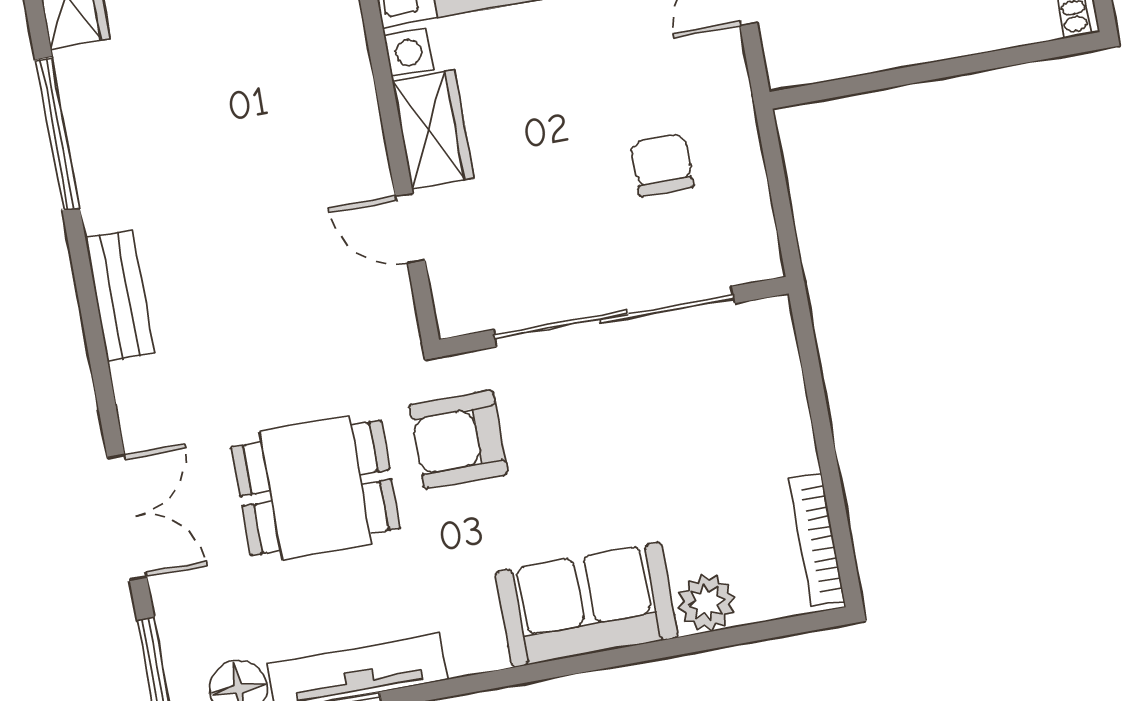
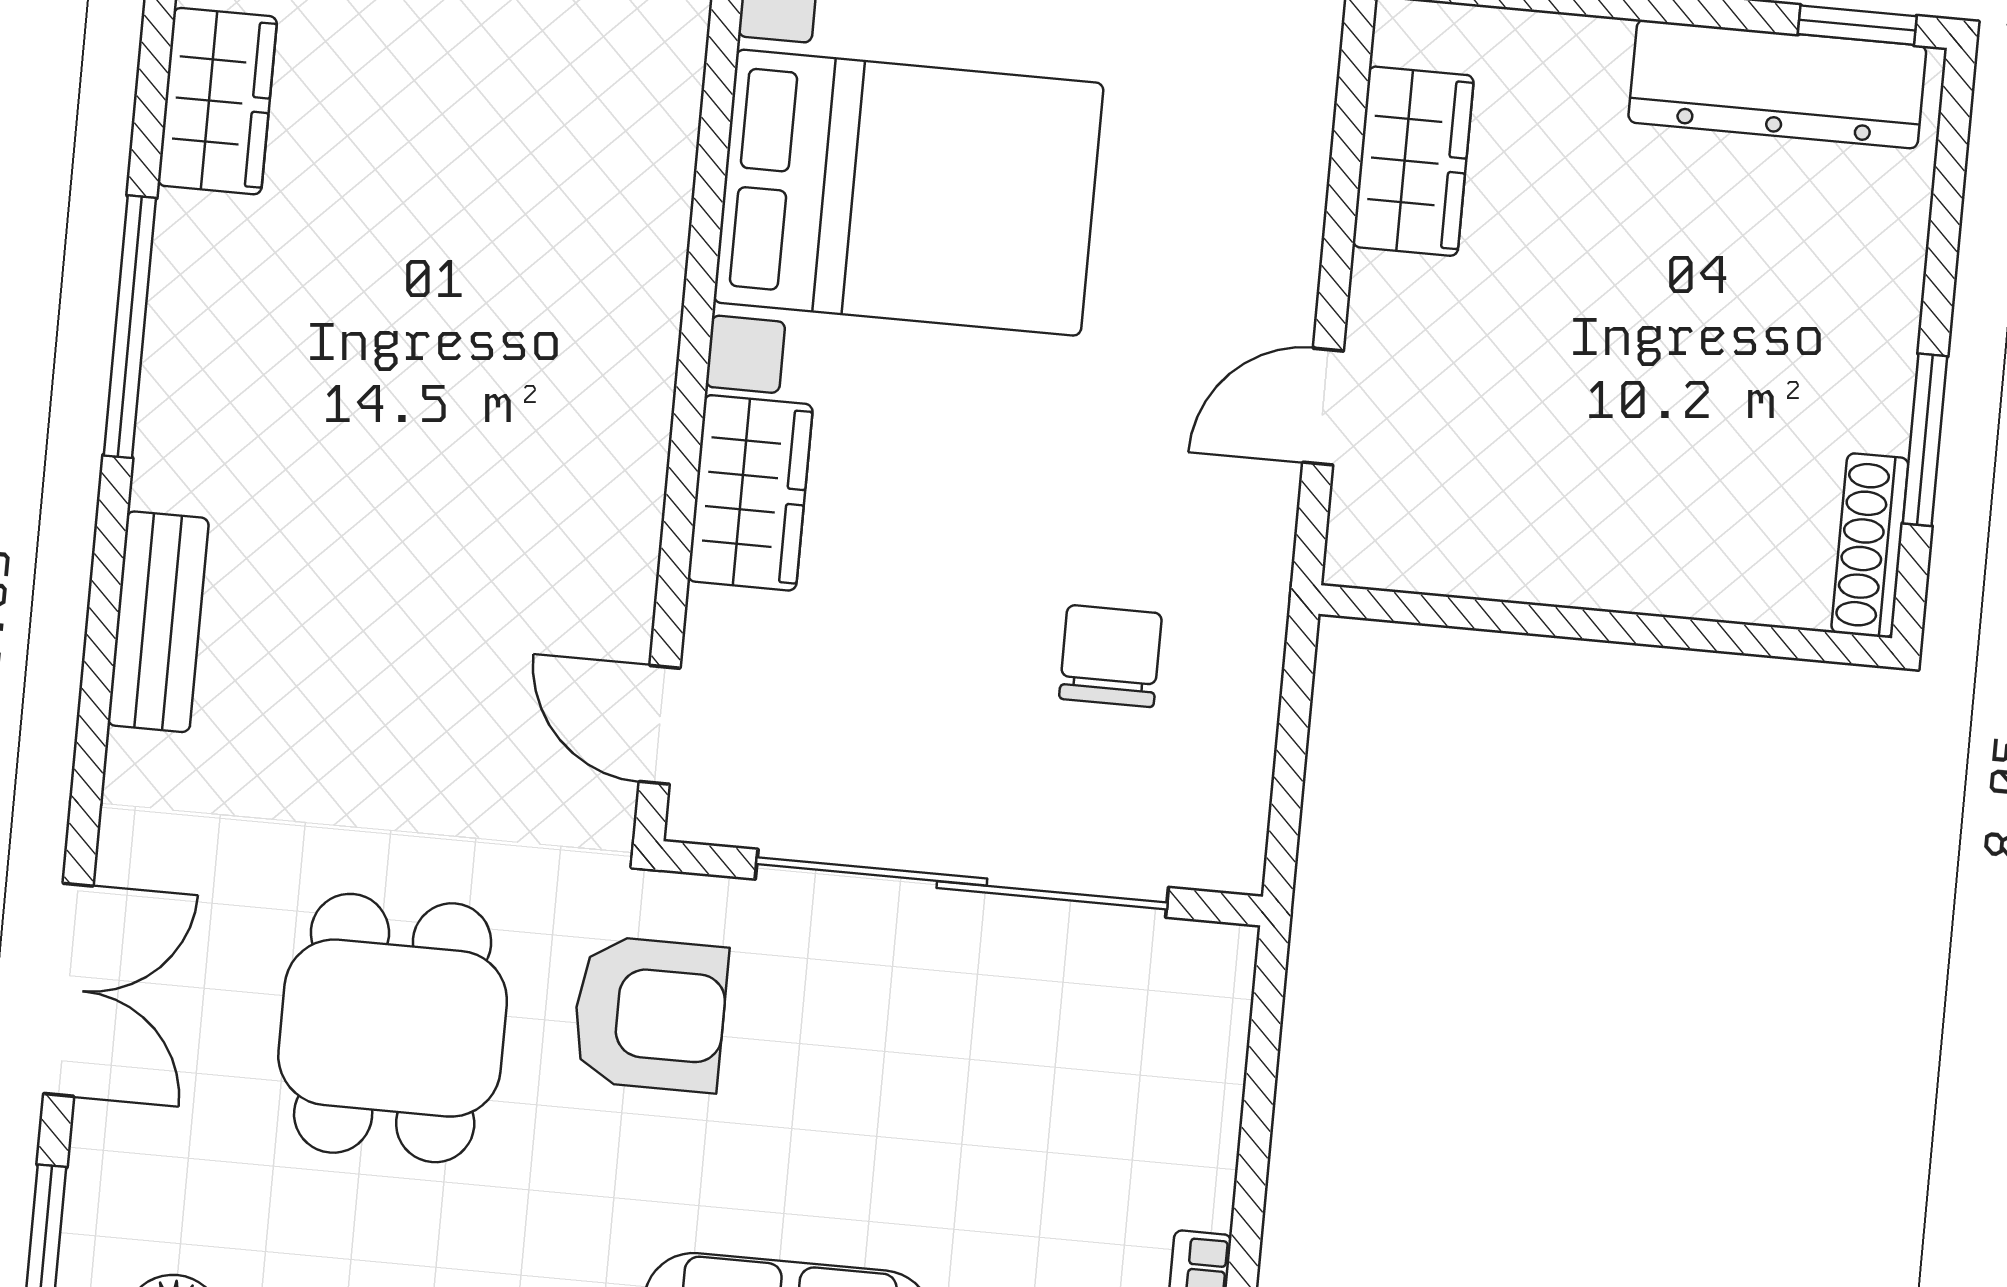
door: (410, 228) -> (660, 725), moved
armchair: (459, 439) -> (650, 1014), turned 180
dining table: (316, 488) -> (393, 1028), turned 90

